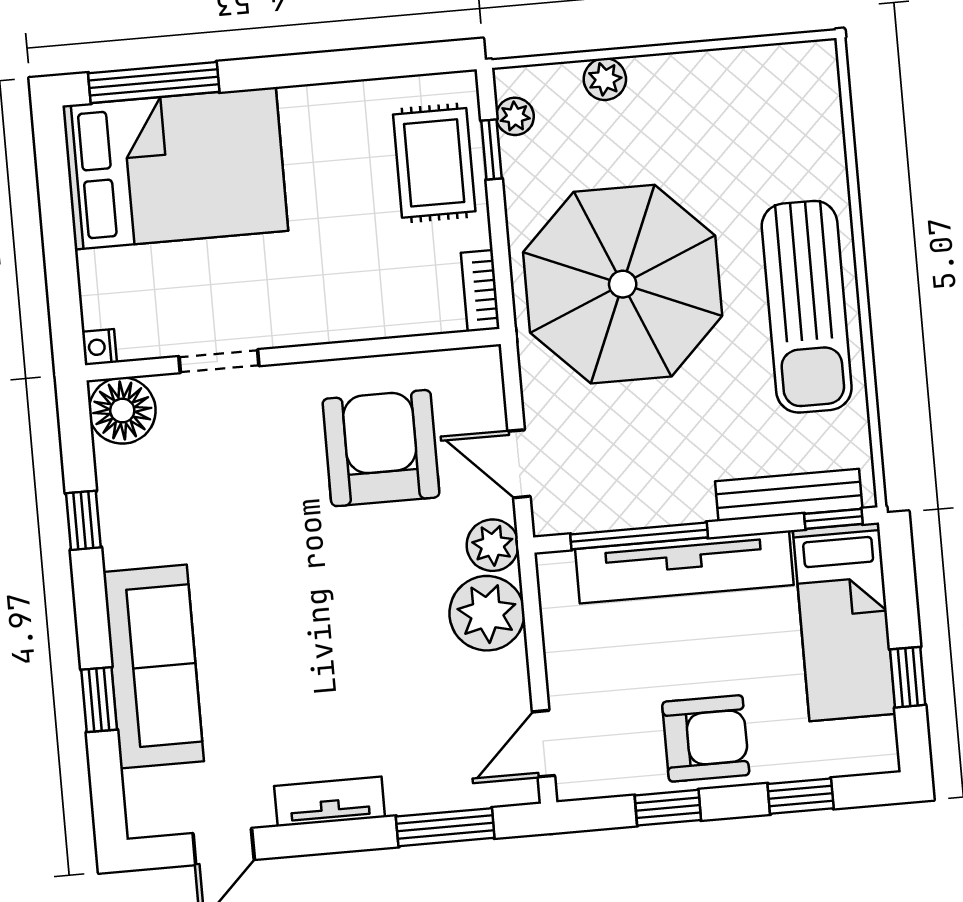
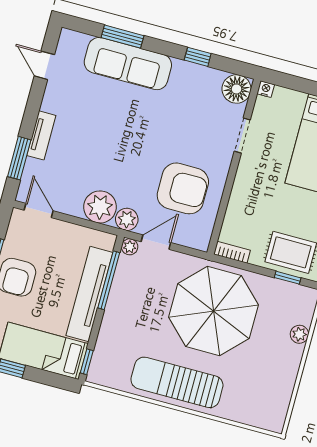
plant: (515, 116) -> (130, 247), moved
bench: (789, 495) -> (103, 347), removed
window: (99, 700) -> (123, 37), width x1.50
tv unit: (330, 802) -> (41, 135), moved

